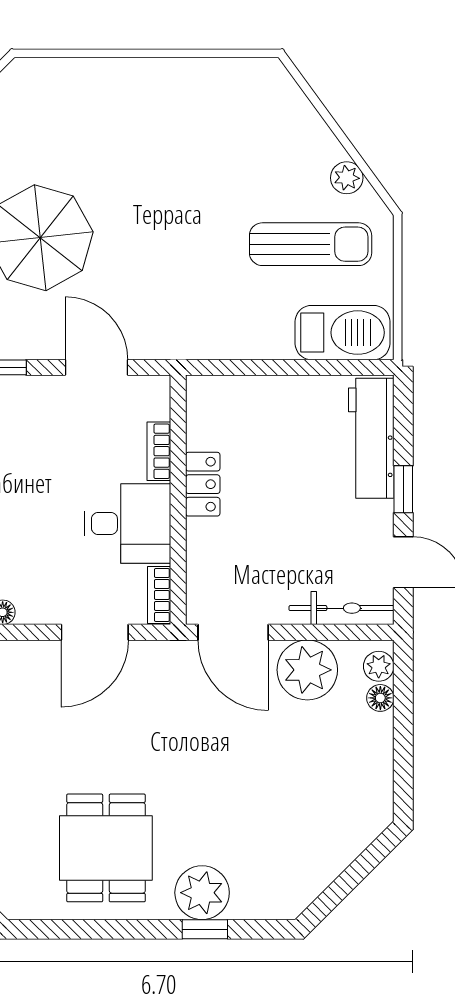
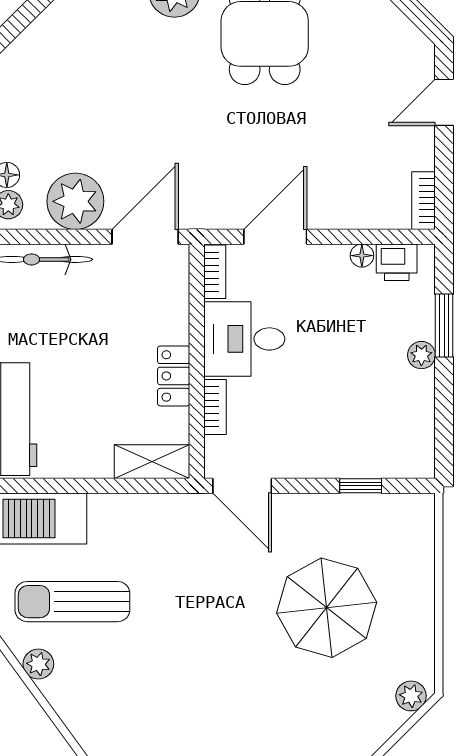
door: (96, 367) -> (242, 486), moved
shelving: (226, 393) -> (152, 462), added
door: (233, 632) -> (145, 237), hinge flipped

